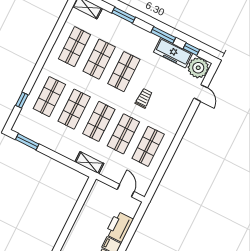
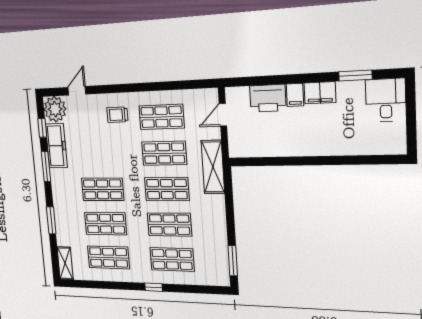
trolley: (144, 98) -> (117, 115), moved
window: (22, 100) -> (154, 287), moved
shelving: (89, 163) -> (213, 167), width x1.50, depth x1.33

